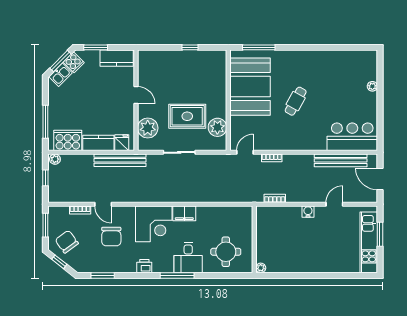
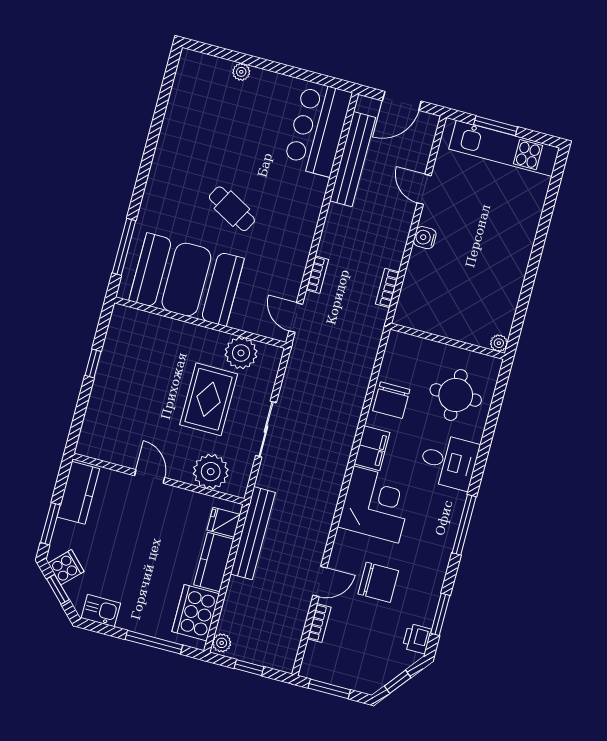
window: (61, 61) -> (58, 589), width x0.67
kitchen sink: (61, 75) -> (101, 611), moved, turned -45
door: (136, 95) -> (150, 477), hinge flipped
chair: (67, 242) -> (391, 400), moved, turned -54
printer: (144, 266) -> (417, 639), moved
window: (177, 275) -> (464, 525), moved

